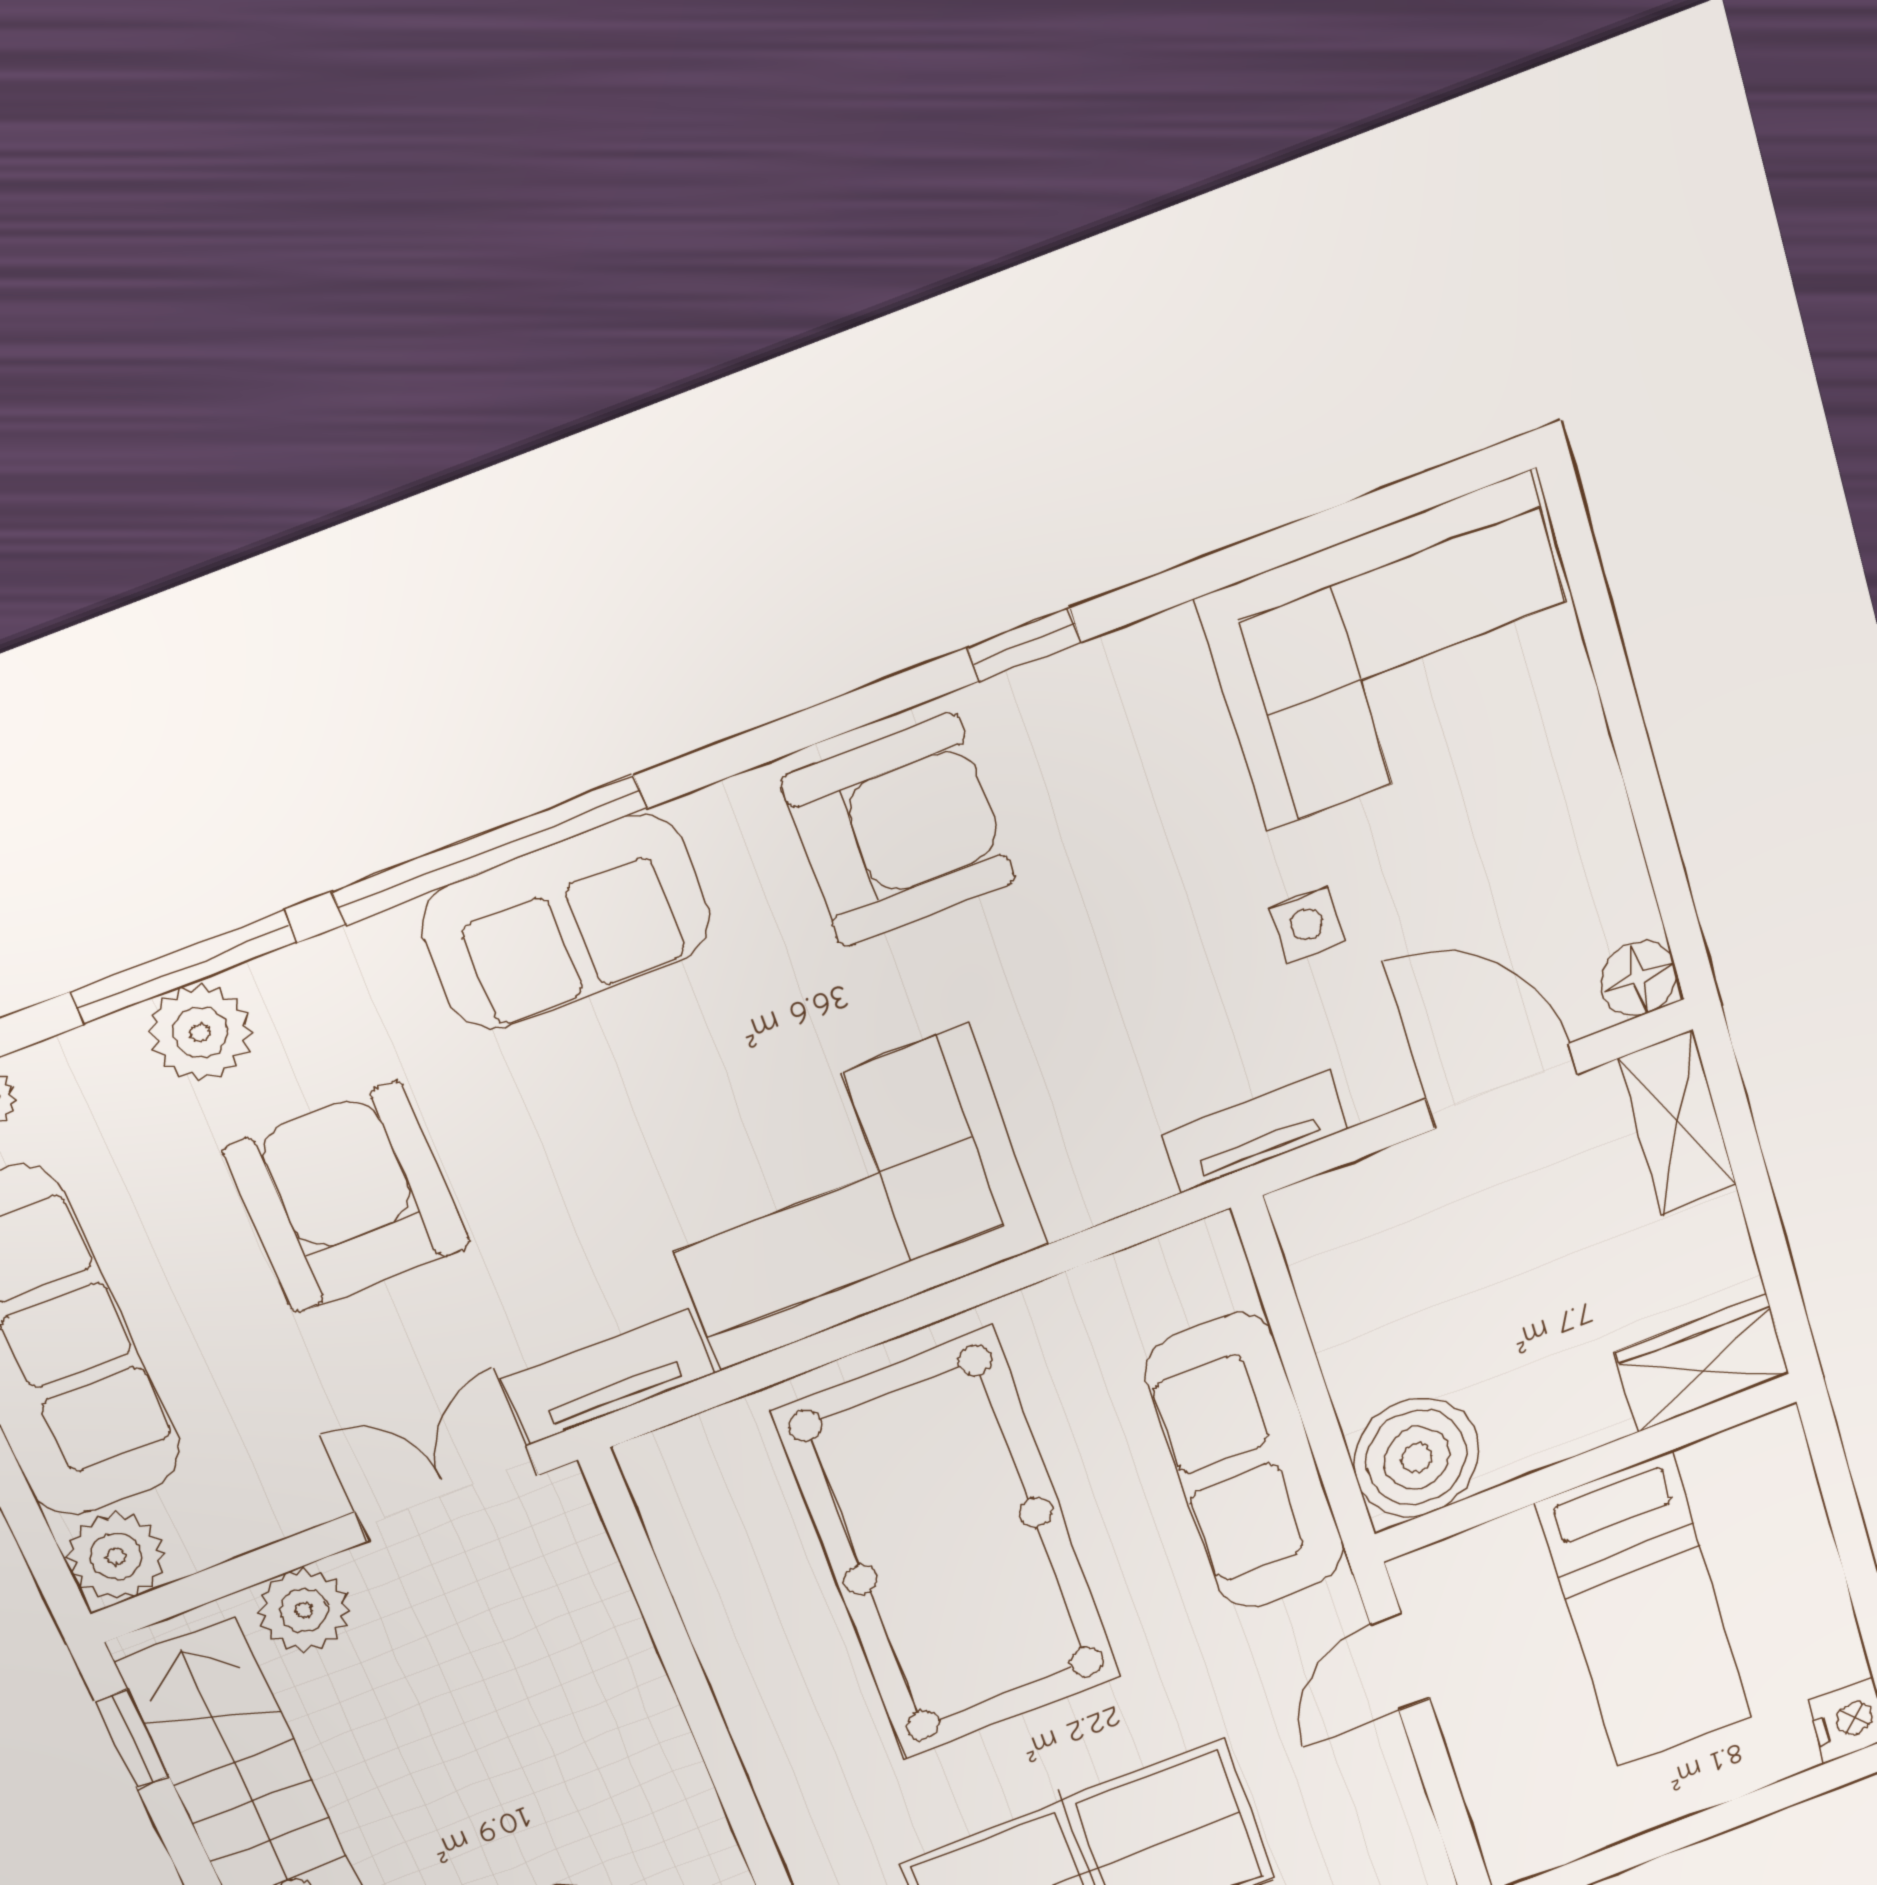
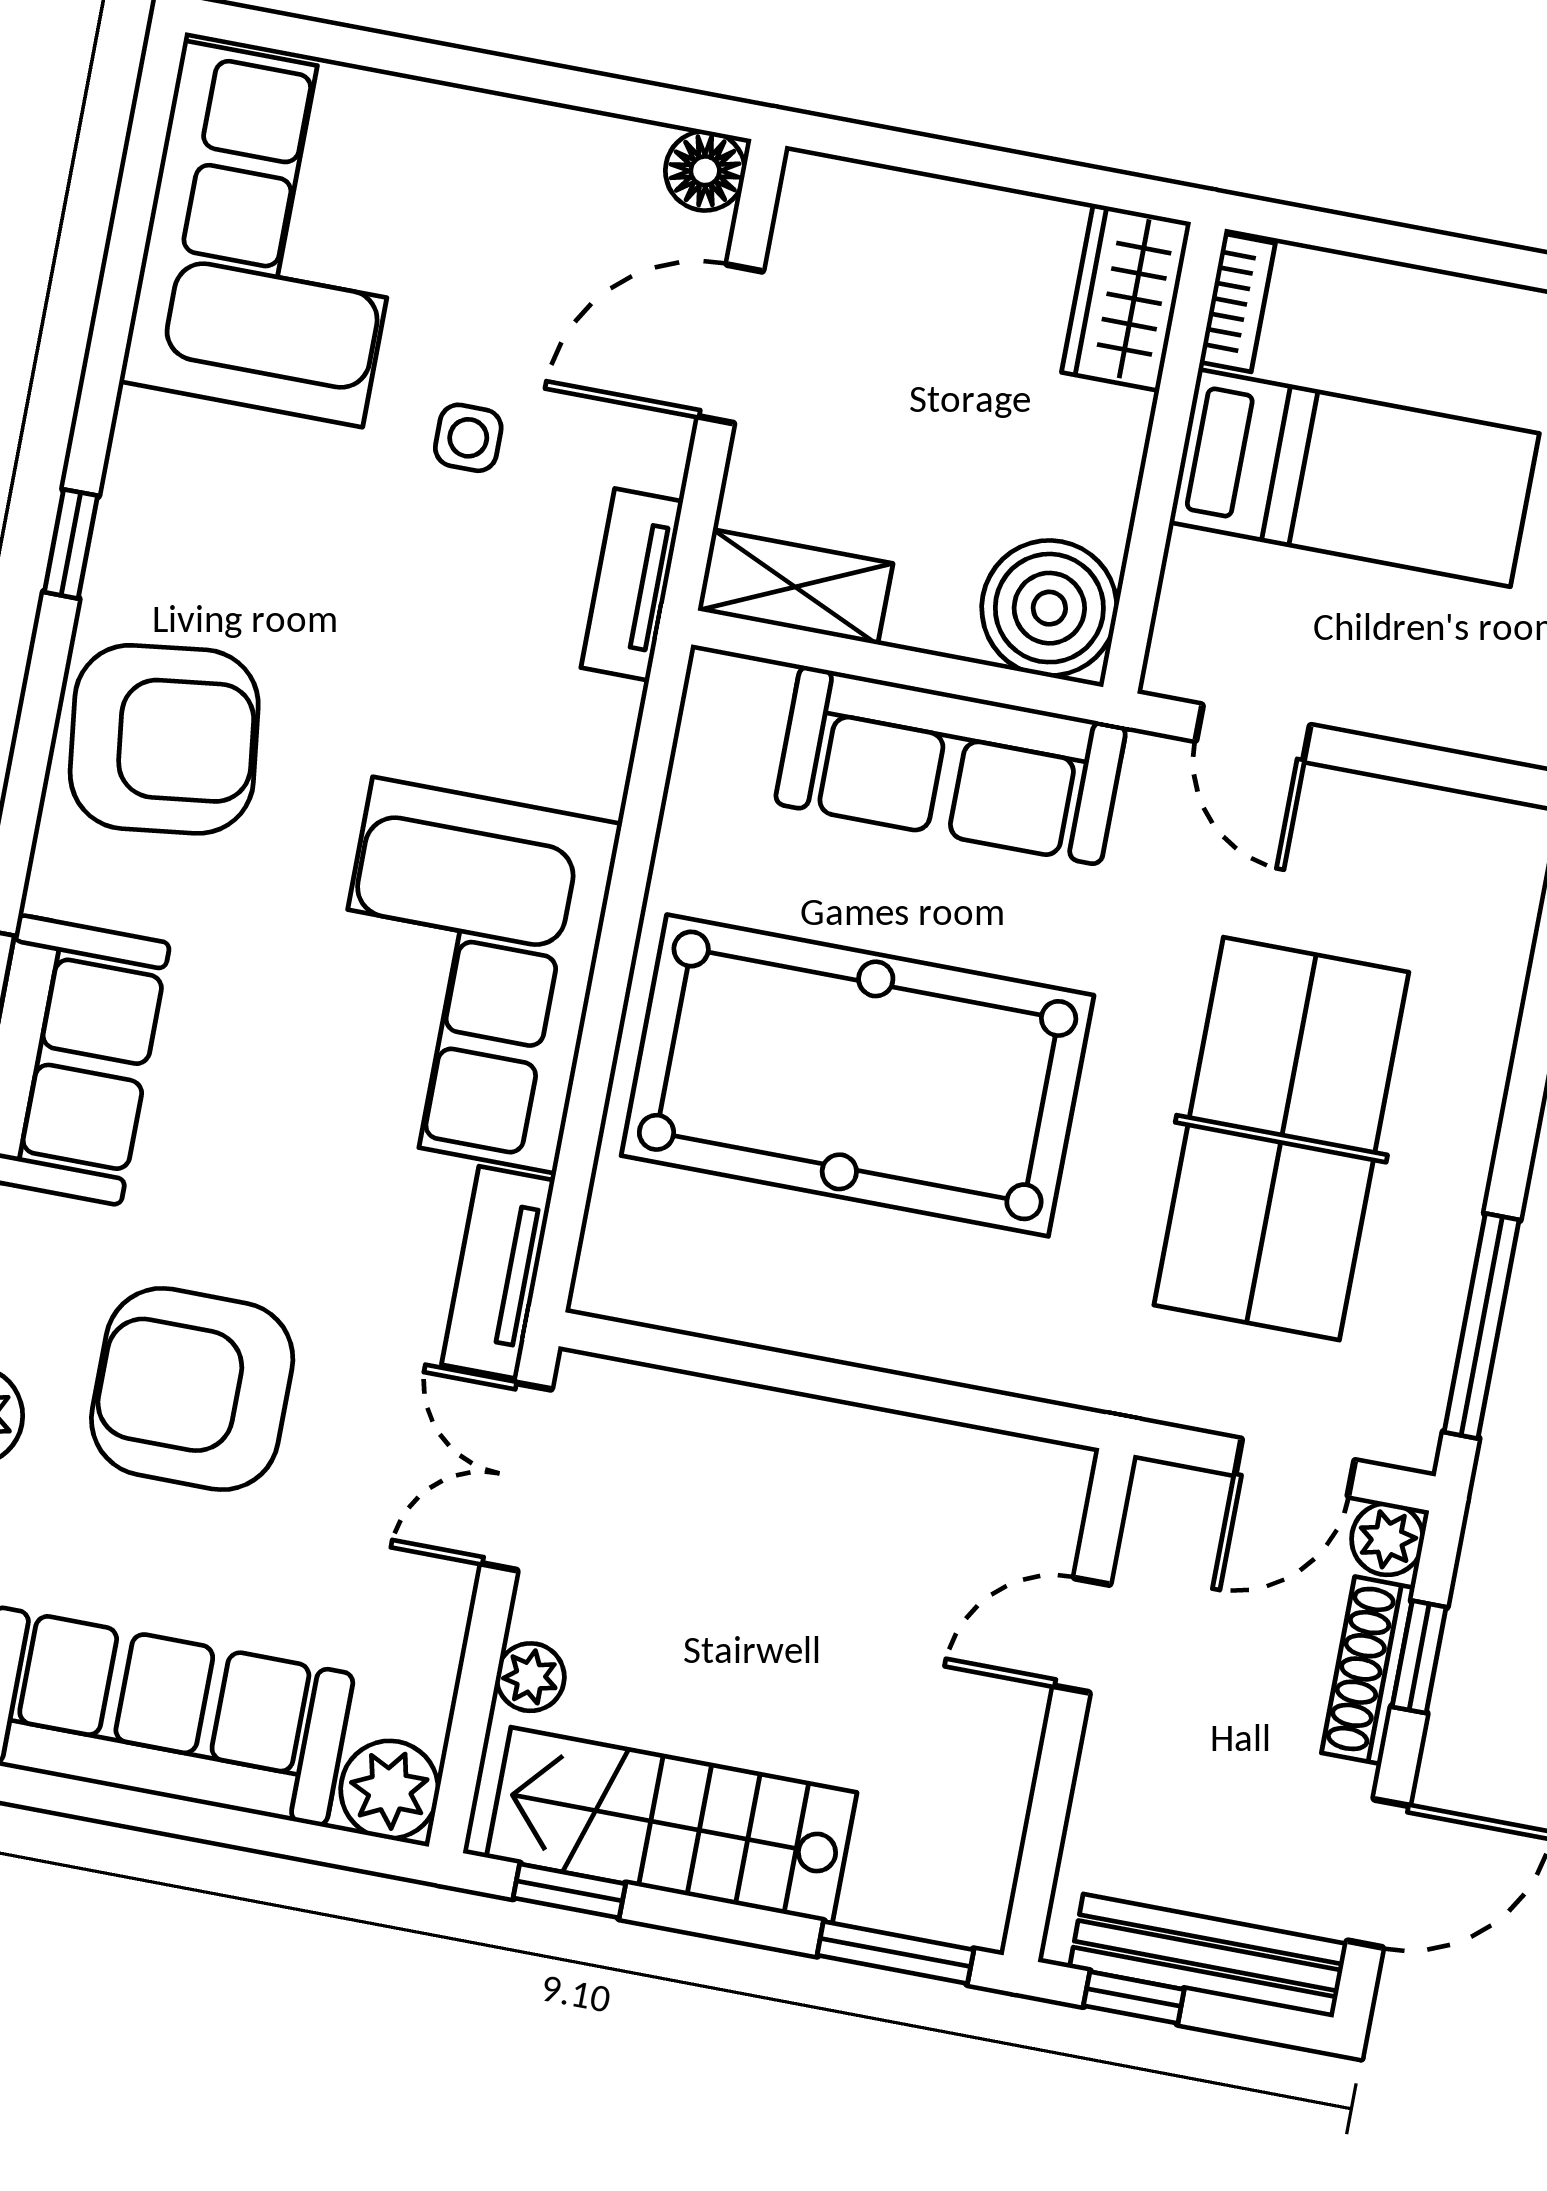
armchair: (898, 831) -> (164, 739), turned 83
shelving: (1678, 1122) -> (795, 587), moved
bookcase: (1741, 1446) -> (1238, 303), added
plant: (304, 1610) -> (530, 1677), width x0.73, depth x0.73

